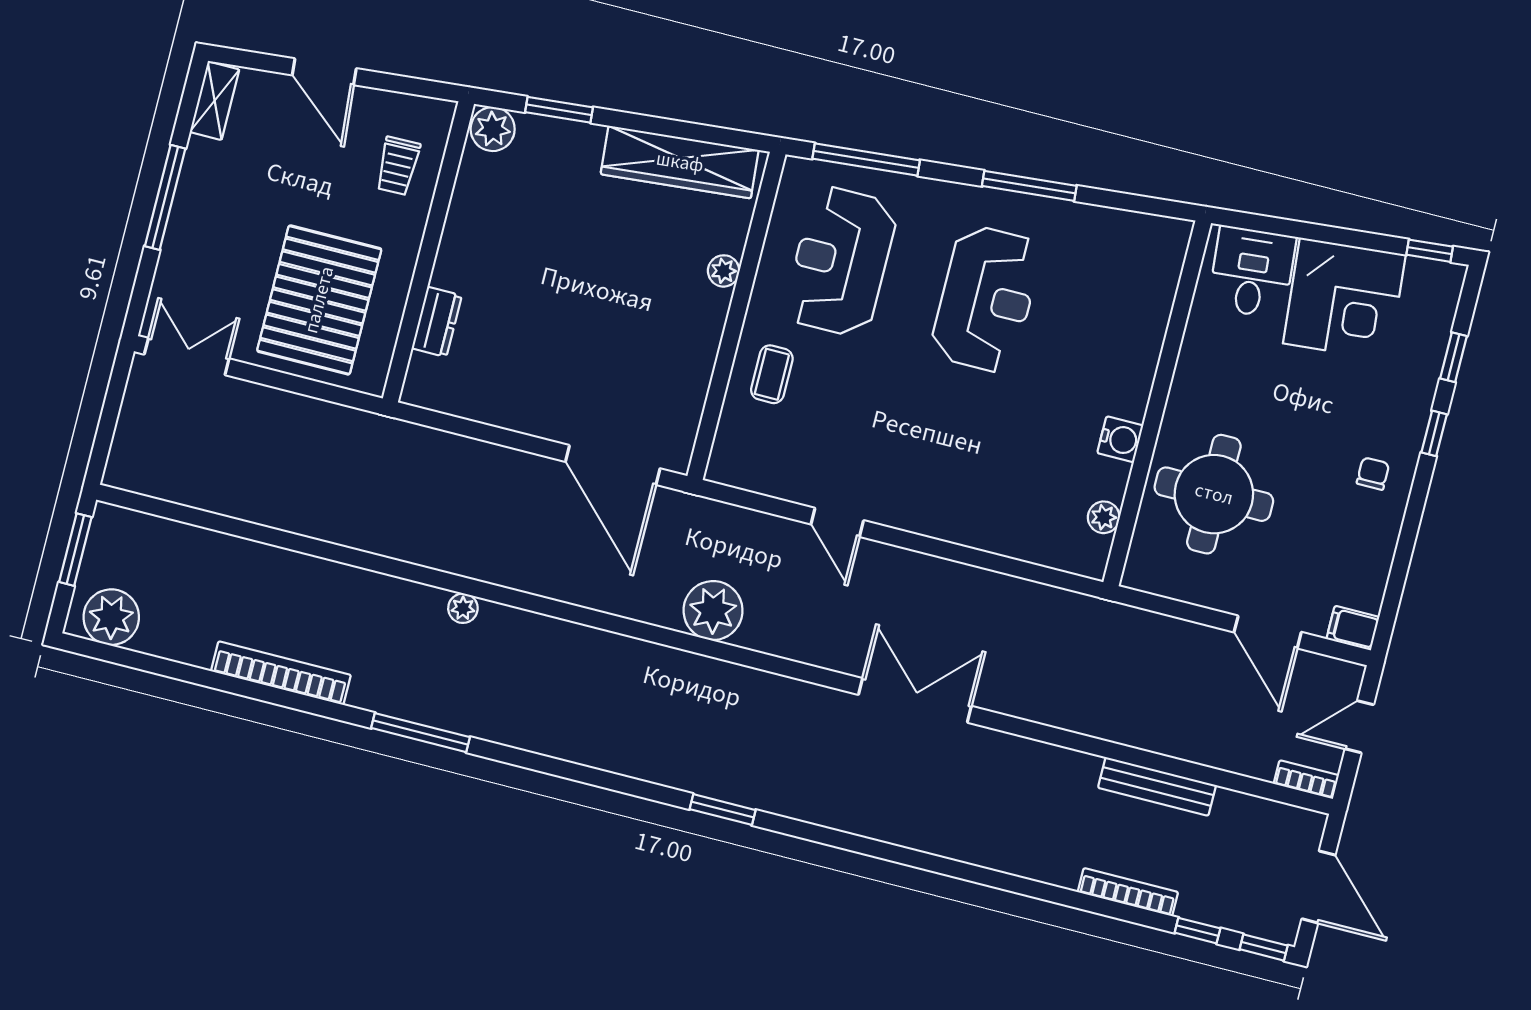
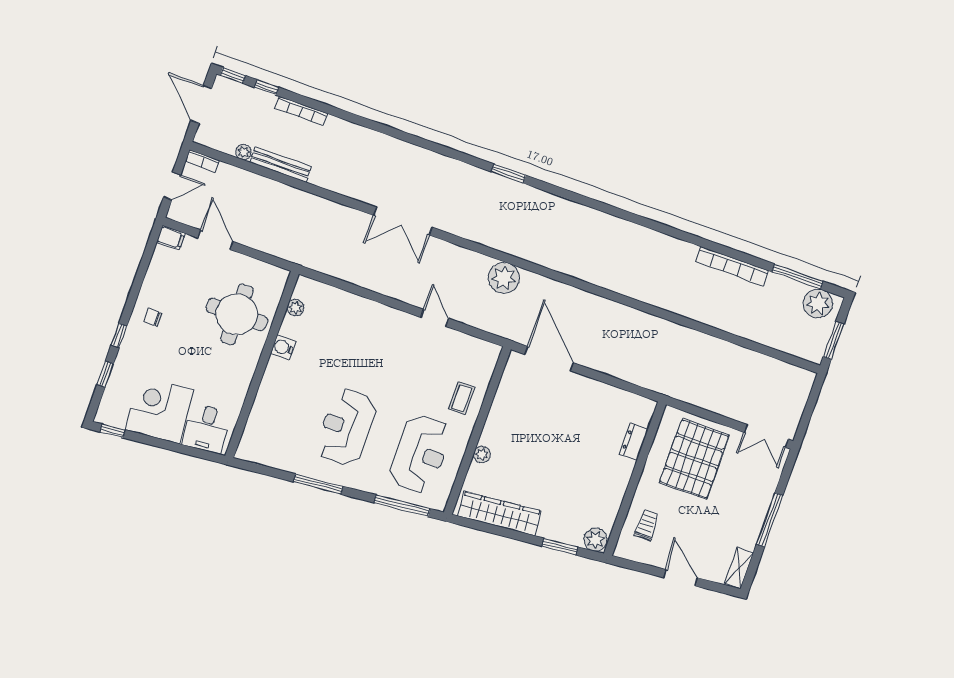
chair: (1373, 474) -> (153, 317), turned 90
plant: (463, 608) -> (244, 152), moved
window: (421, 733) -> (797, 276), moved

